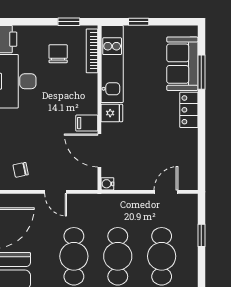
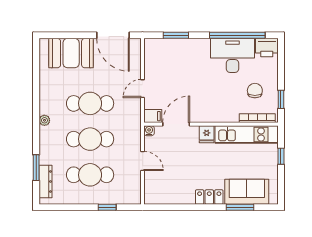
chair: (58, 54) -> (255, 91), turned -90
filing cabinet: (87, 123) -> (153, 116), moved, turned 90
chair: (21, 170) -> (160, 60), removed
door: (166, 192) -> (143, 161), moved

